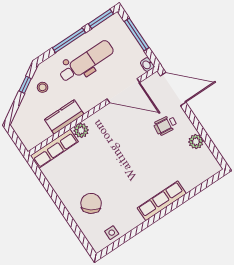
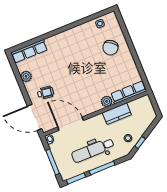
row of seats: (162, 201) -> (29, 51), moved

